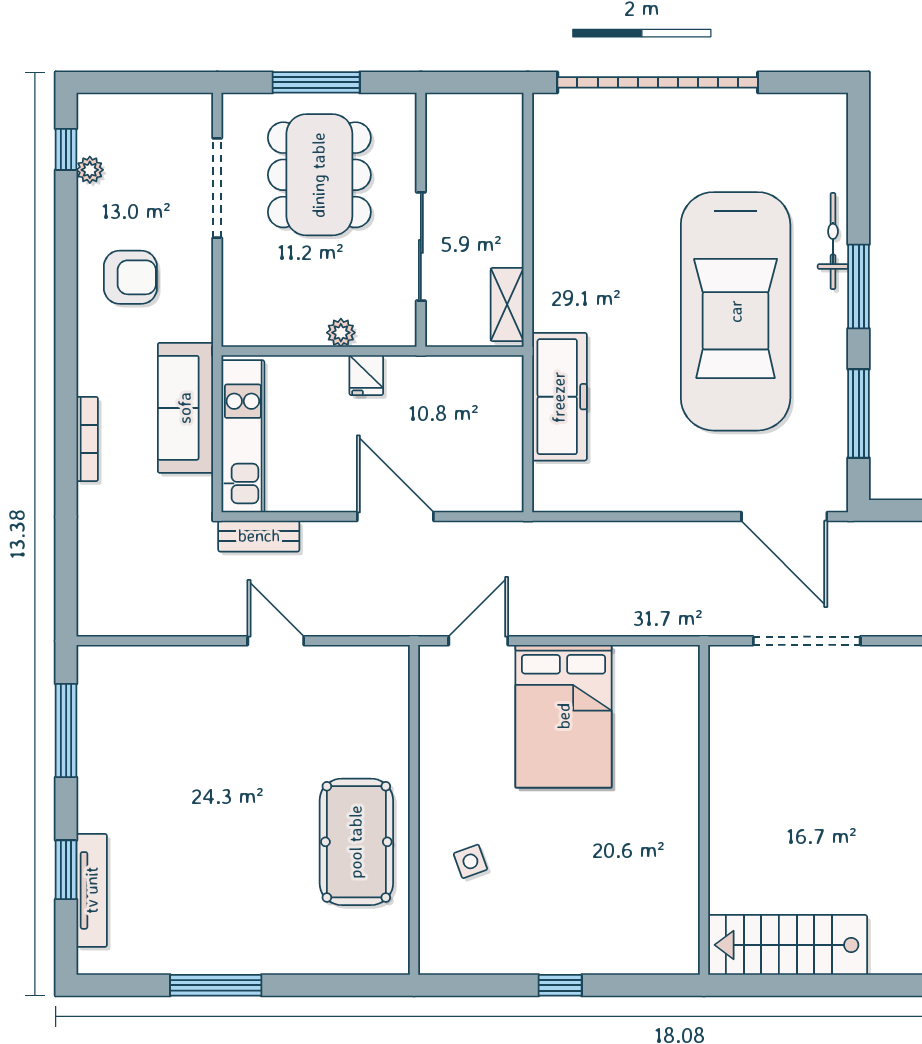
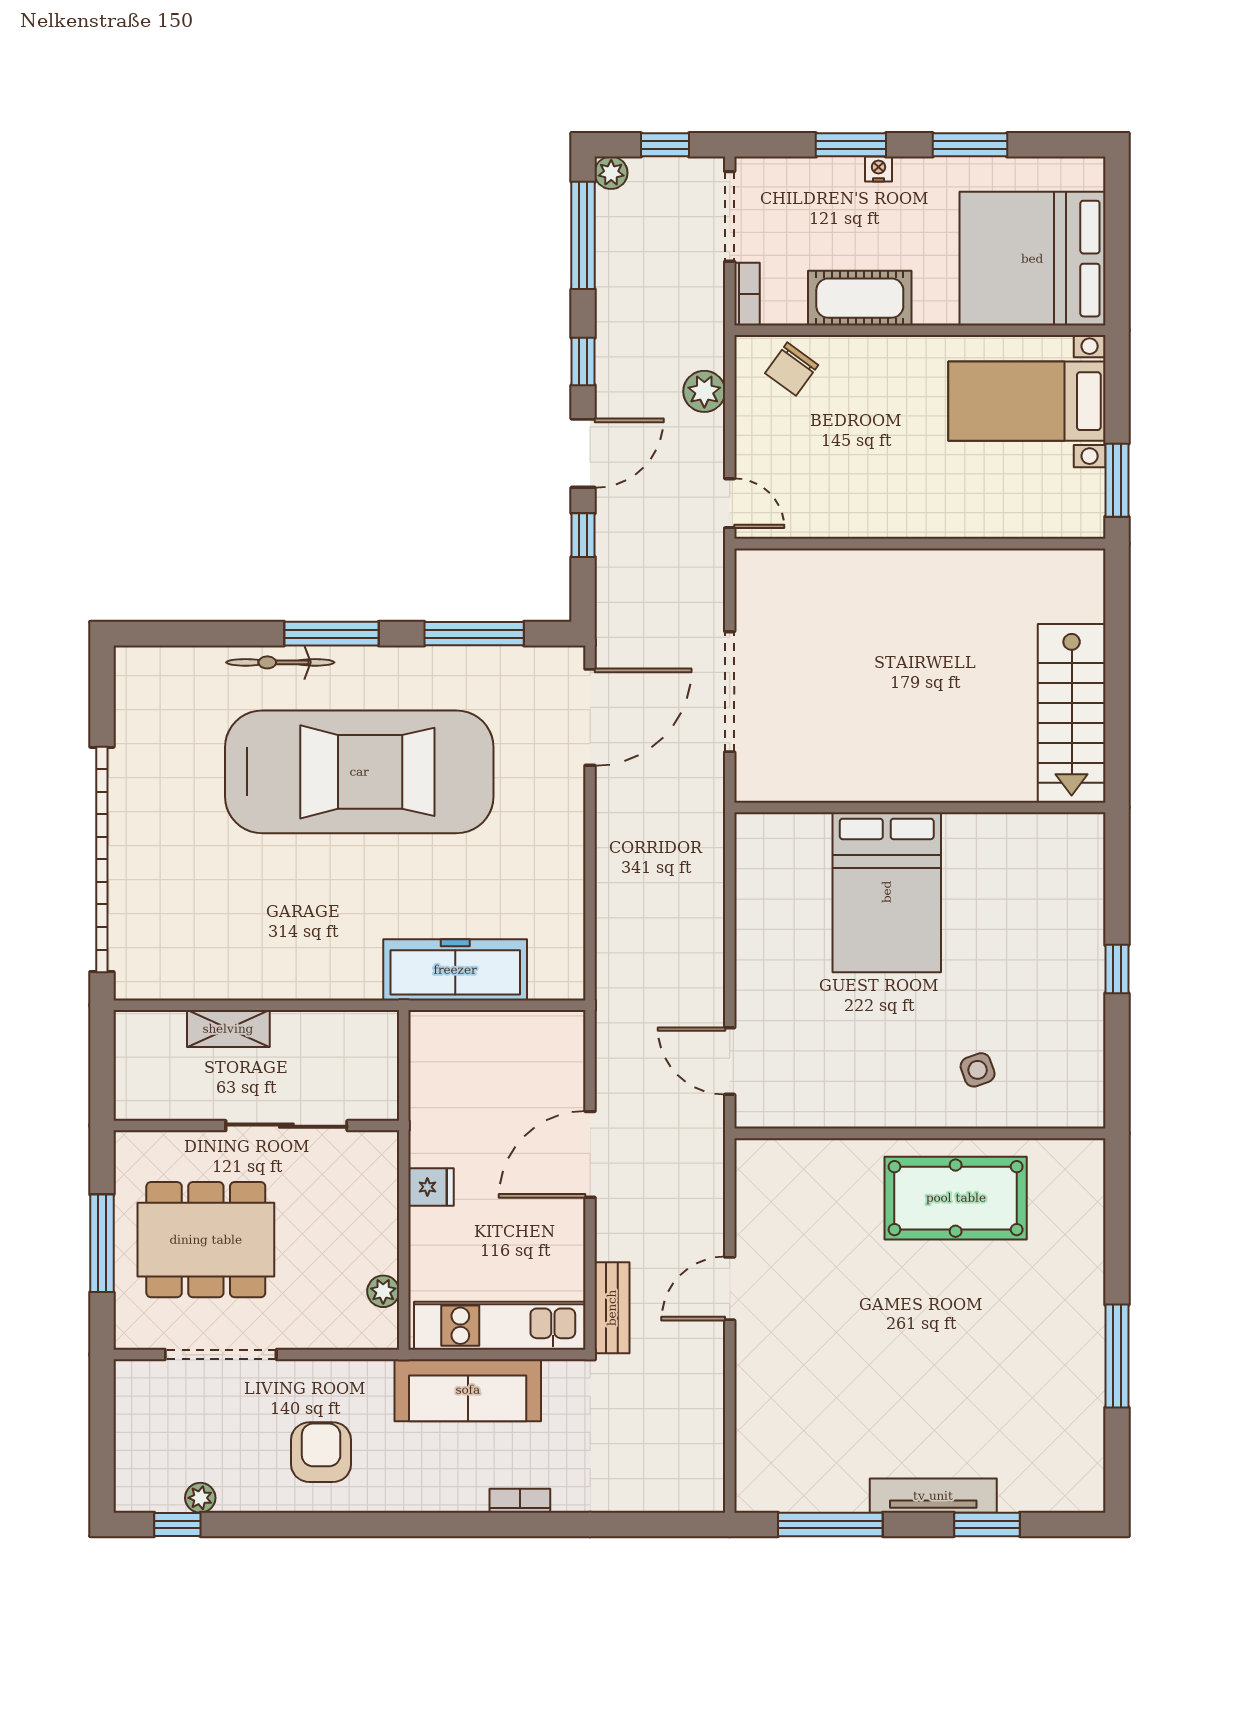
shelving: (507, 305) -> (228, 1029), moved
plant: (341, 333) -> (383, 1291), moved
bookcase: (87, 439) -> (520, 1501), width x0.64
bed: (564, 716) -> (887, 892), moved, turned 90
tv unit: (92, 890) -> (933, 1496), moved

